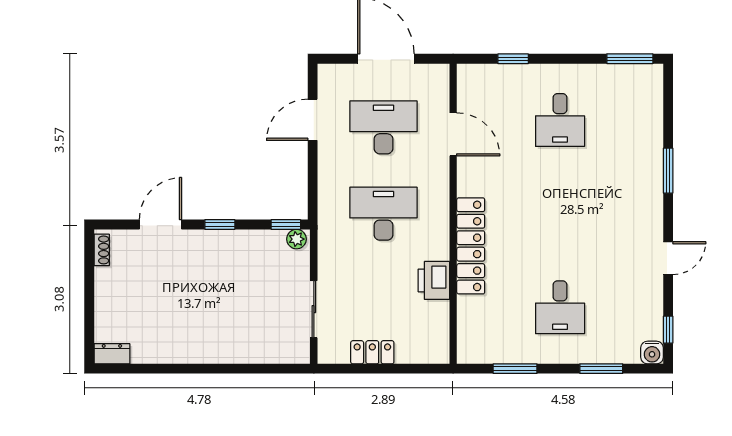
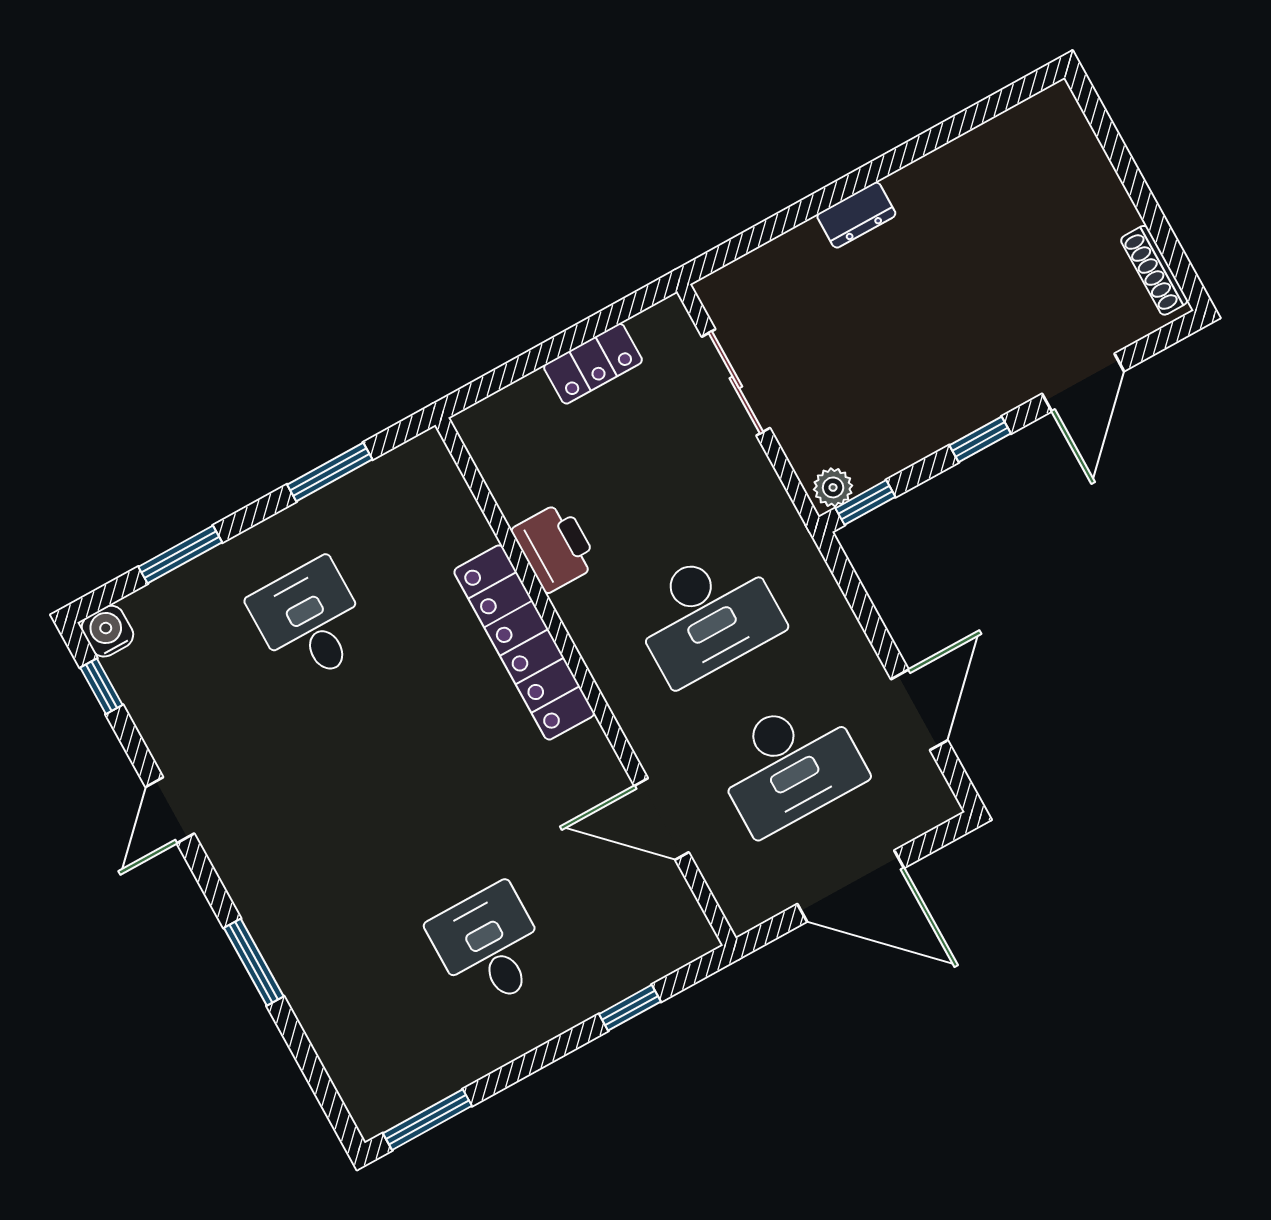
shoe rack: (102, 250) -> (1154, 270), width x1.43
dresser: (112, 354) -> (856, 215), moved

